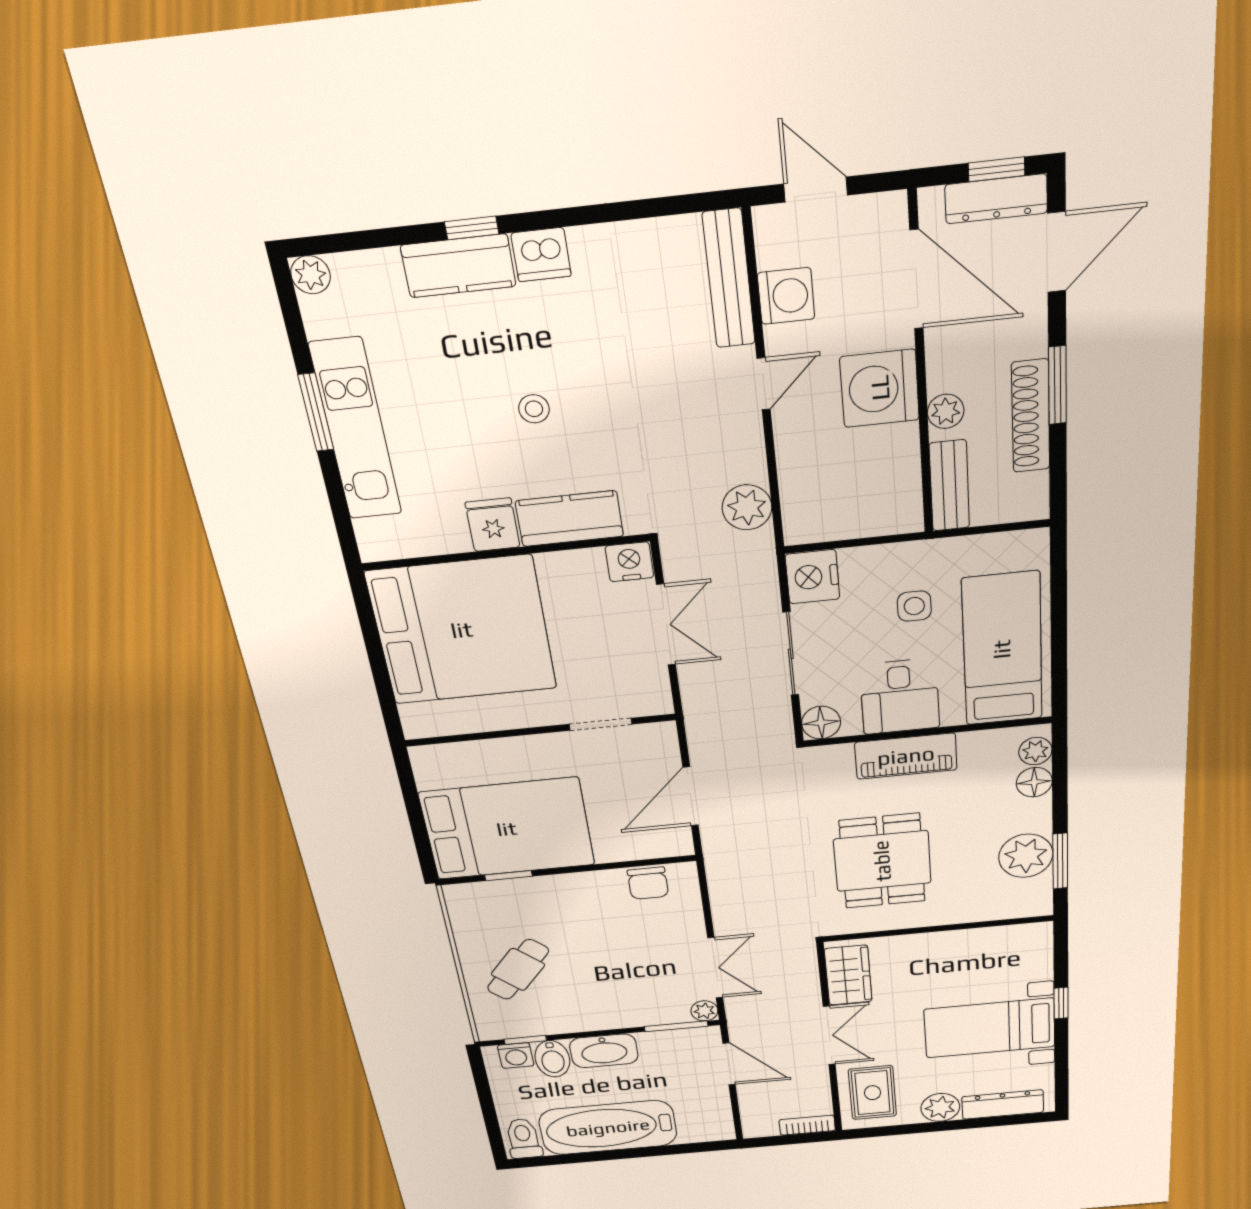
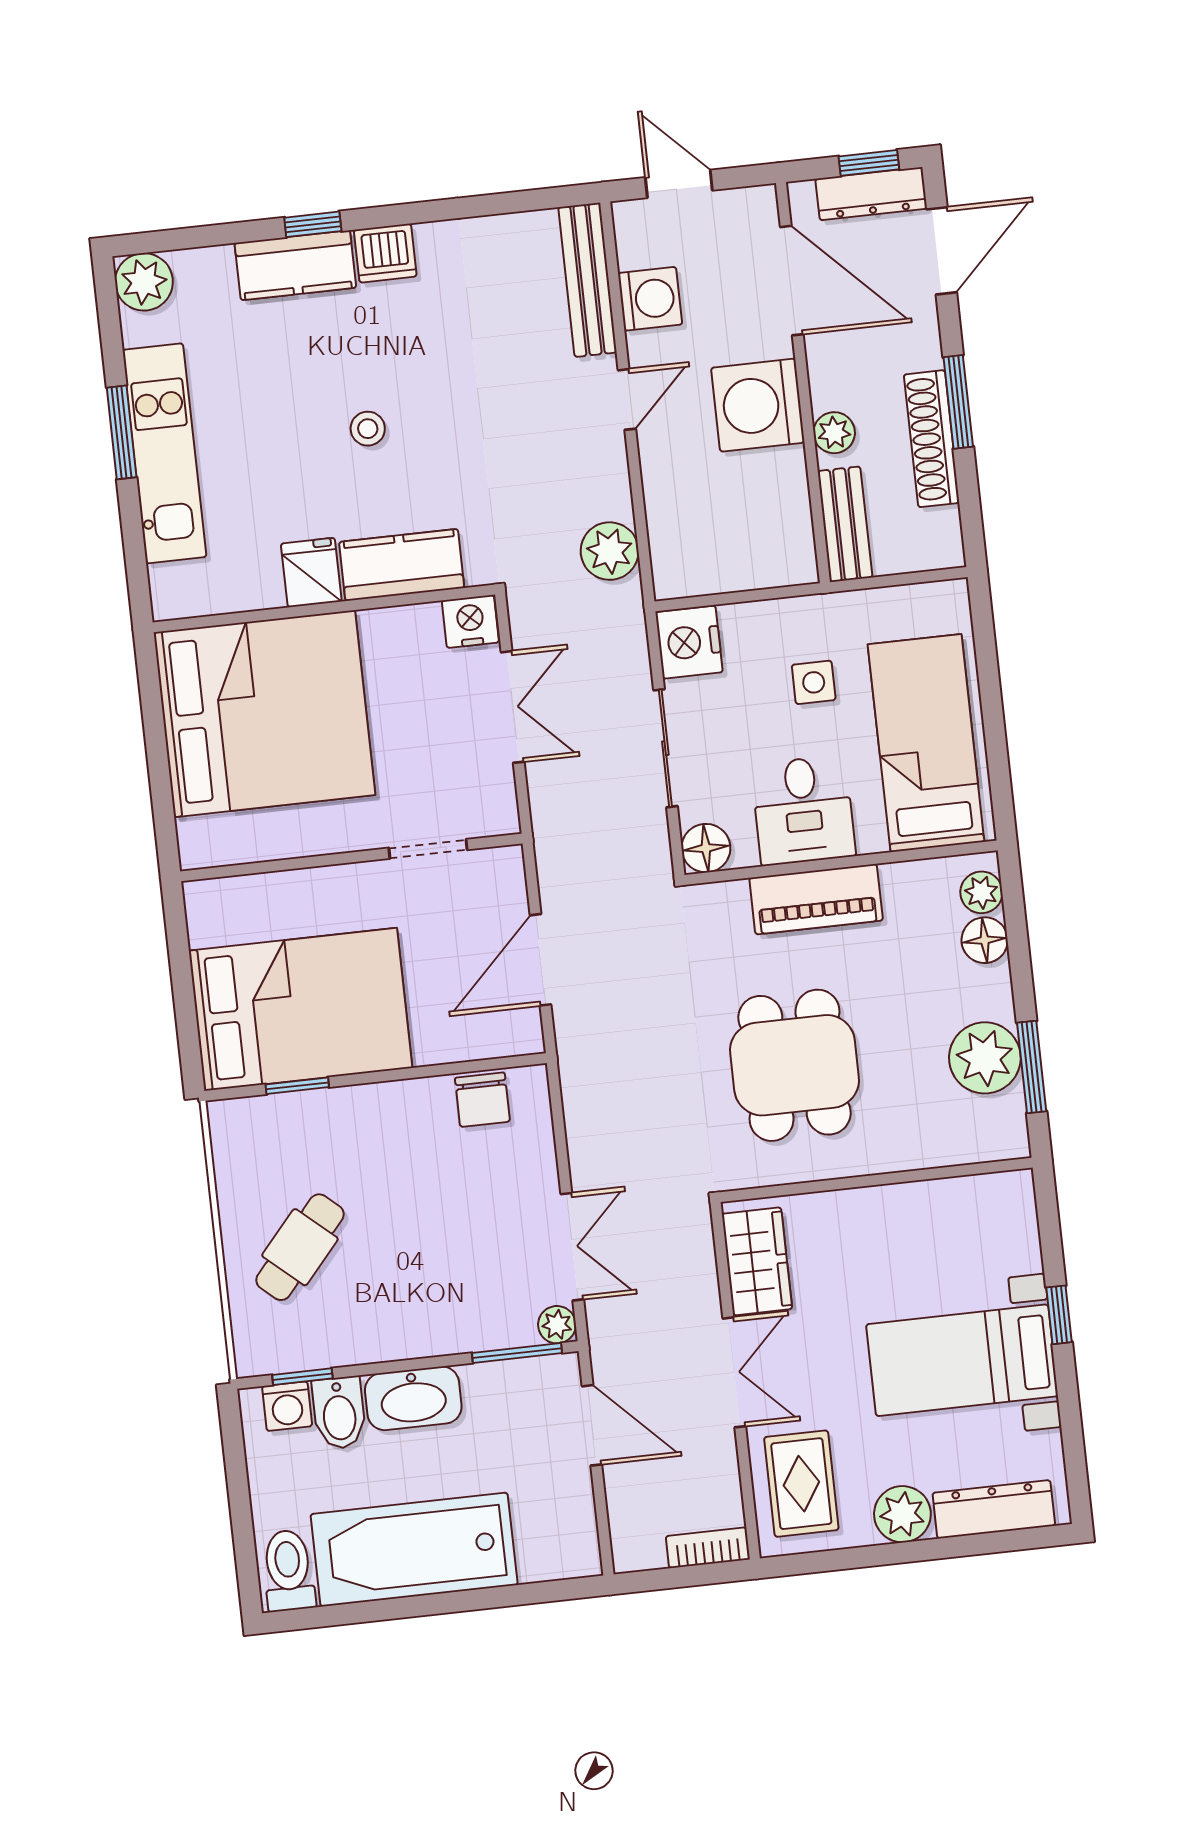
plant: (311, 275) -> (144, 282), width x1.38, depth x1.38

